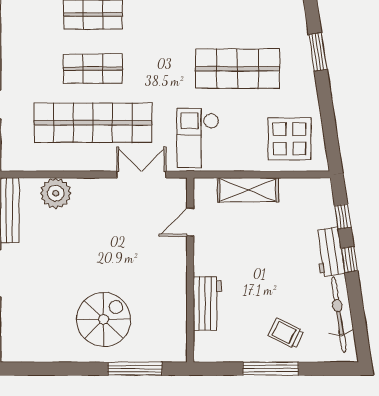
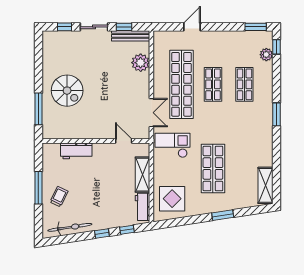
workbench: (329, 252) -> (142, 207), moved, turned -81

